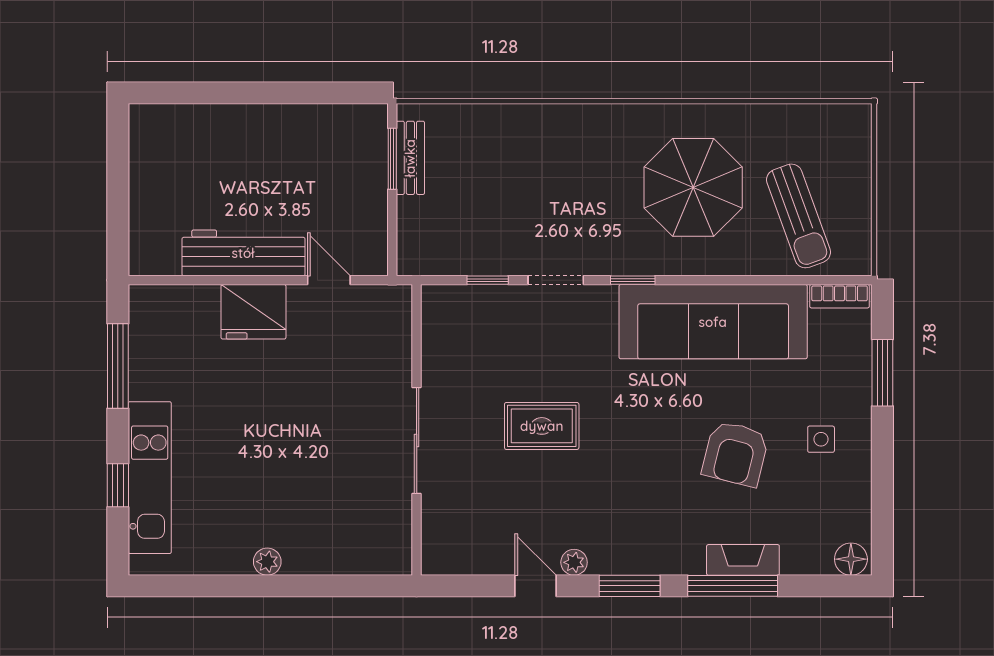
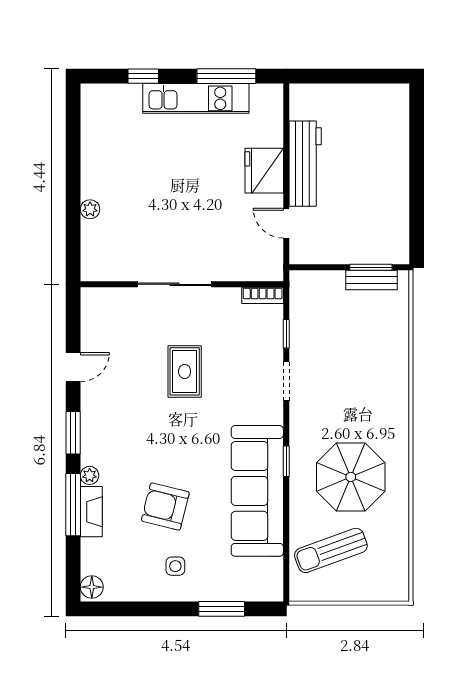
door: (329, 280) -> (286, 223), swing flipped
window: (633, 280) -> (286, 461), moved
bookcase: (840, 296) -> (263, 295), moved, turned -90
kitchen unit: (150, 478) -> (196, 98), moved
plant: (267, 562) -> (90, 209), moved
plant: (574, 562) -> (90, 475), moved

